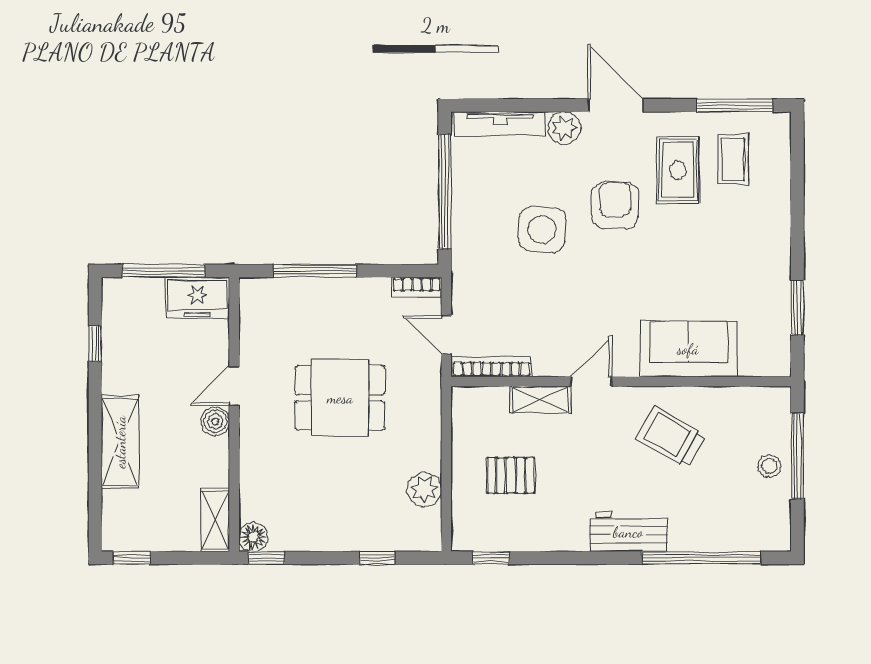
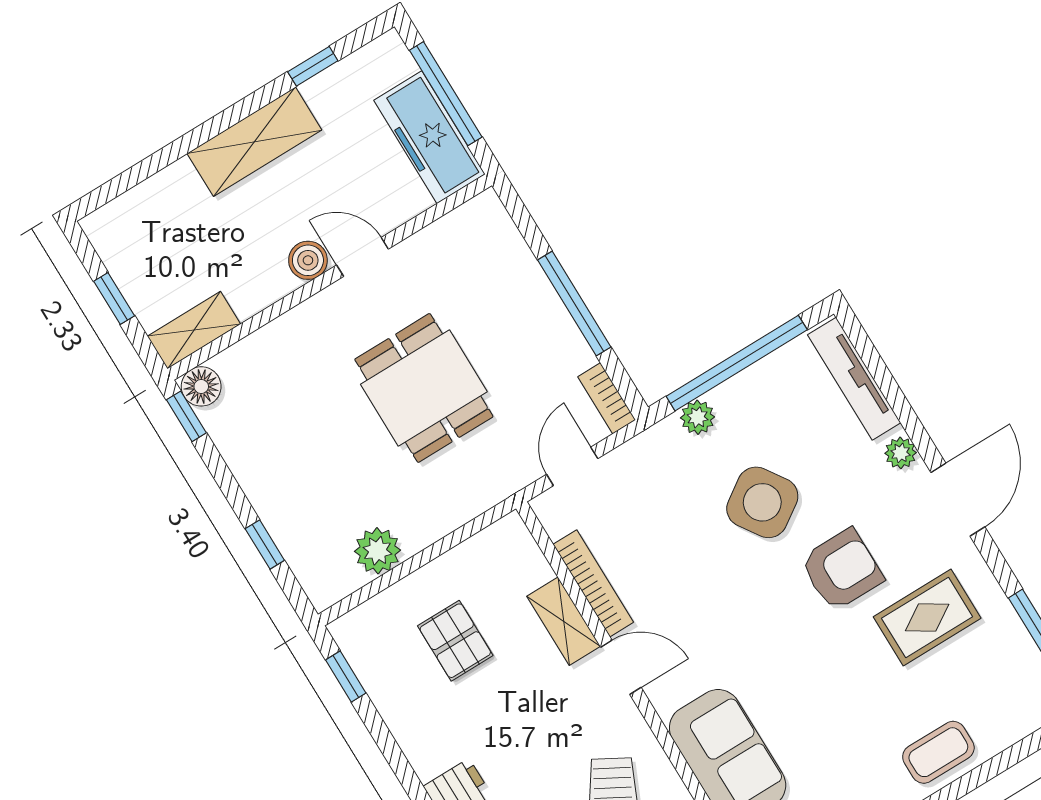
plant: (564, 128) -> (901, 453), width x0.73, depth x0.73
coffee table: (733, 159) -> (938, 752), moved
side table: (542, 229) -> (762, 502), turned -38
plant: (464, 237) -> (698, 417), added
window: (315, 271) -> (574, 303), moved
freezer: (197, 298) -> (429, 137), width x1.40
bookcase: (492, 367) -> (593, 583), moved
shelving: (120, 442) -> (254, 142), moved
window: (132, 558) -> (114, 299), moved

